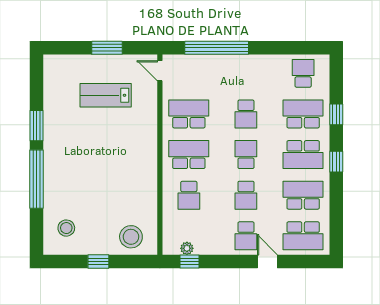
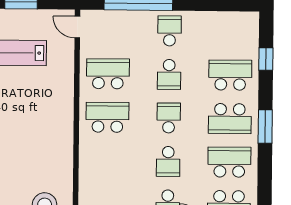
school desk: (303, 73) -> (170, 31), moved
window: (336, 114) -> (266, 59), moved
window: (336, 162) -> (265, 127), width x1.50
school desk: (189, 195) -> (107, 161), removed

